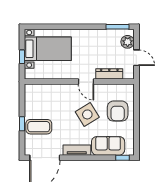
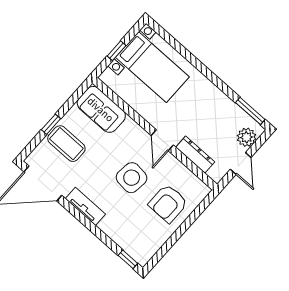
side table: (87, 114) -> (132, 178), turned 38
sofa: (108, 146) -> (101, 109), moved, turned 180

